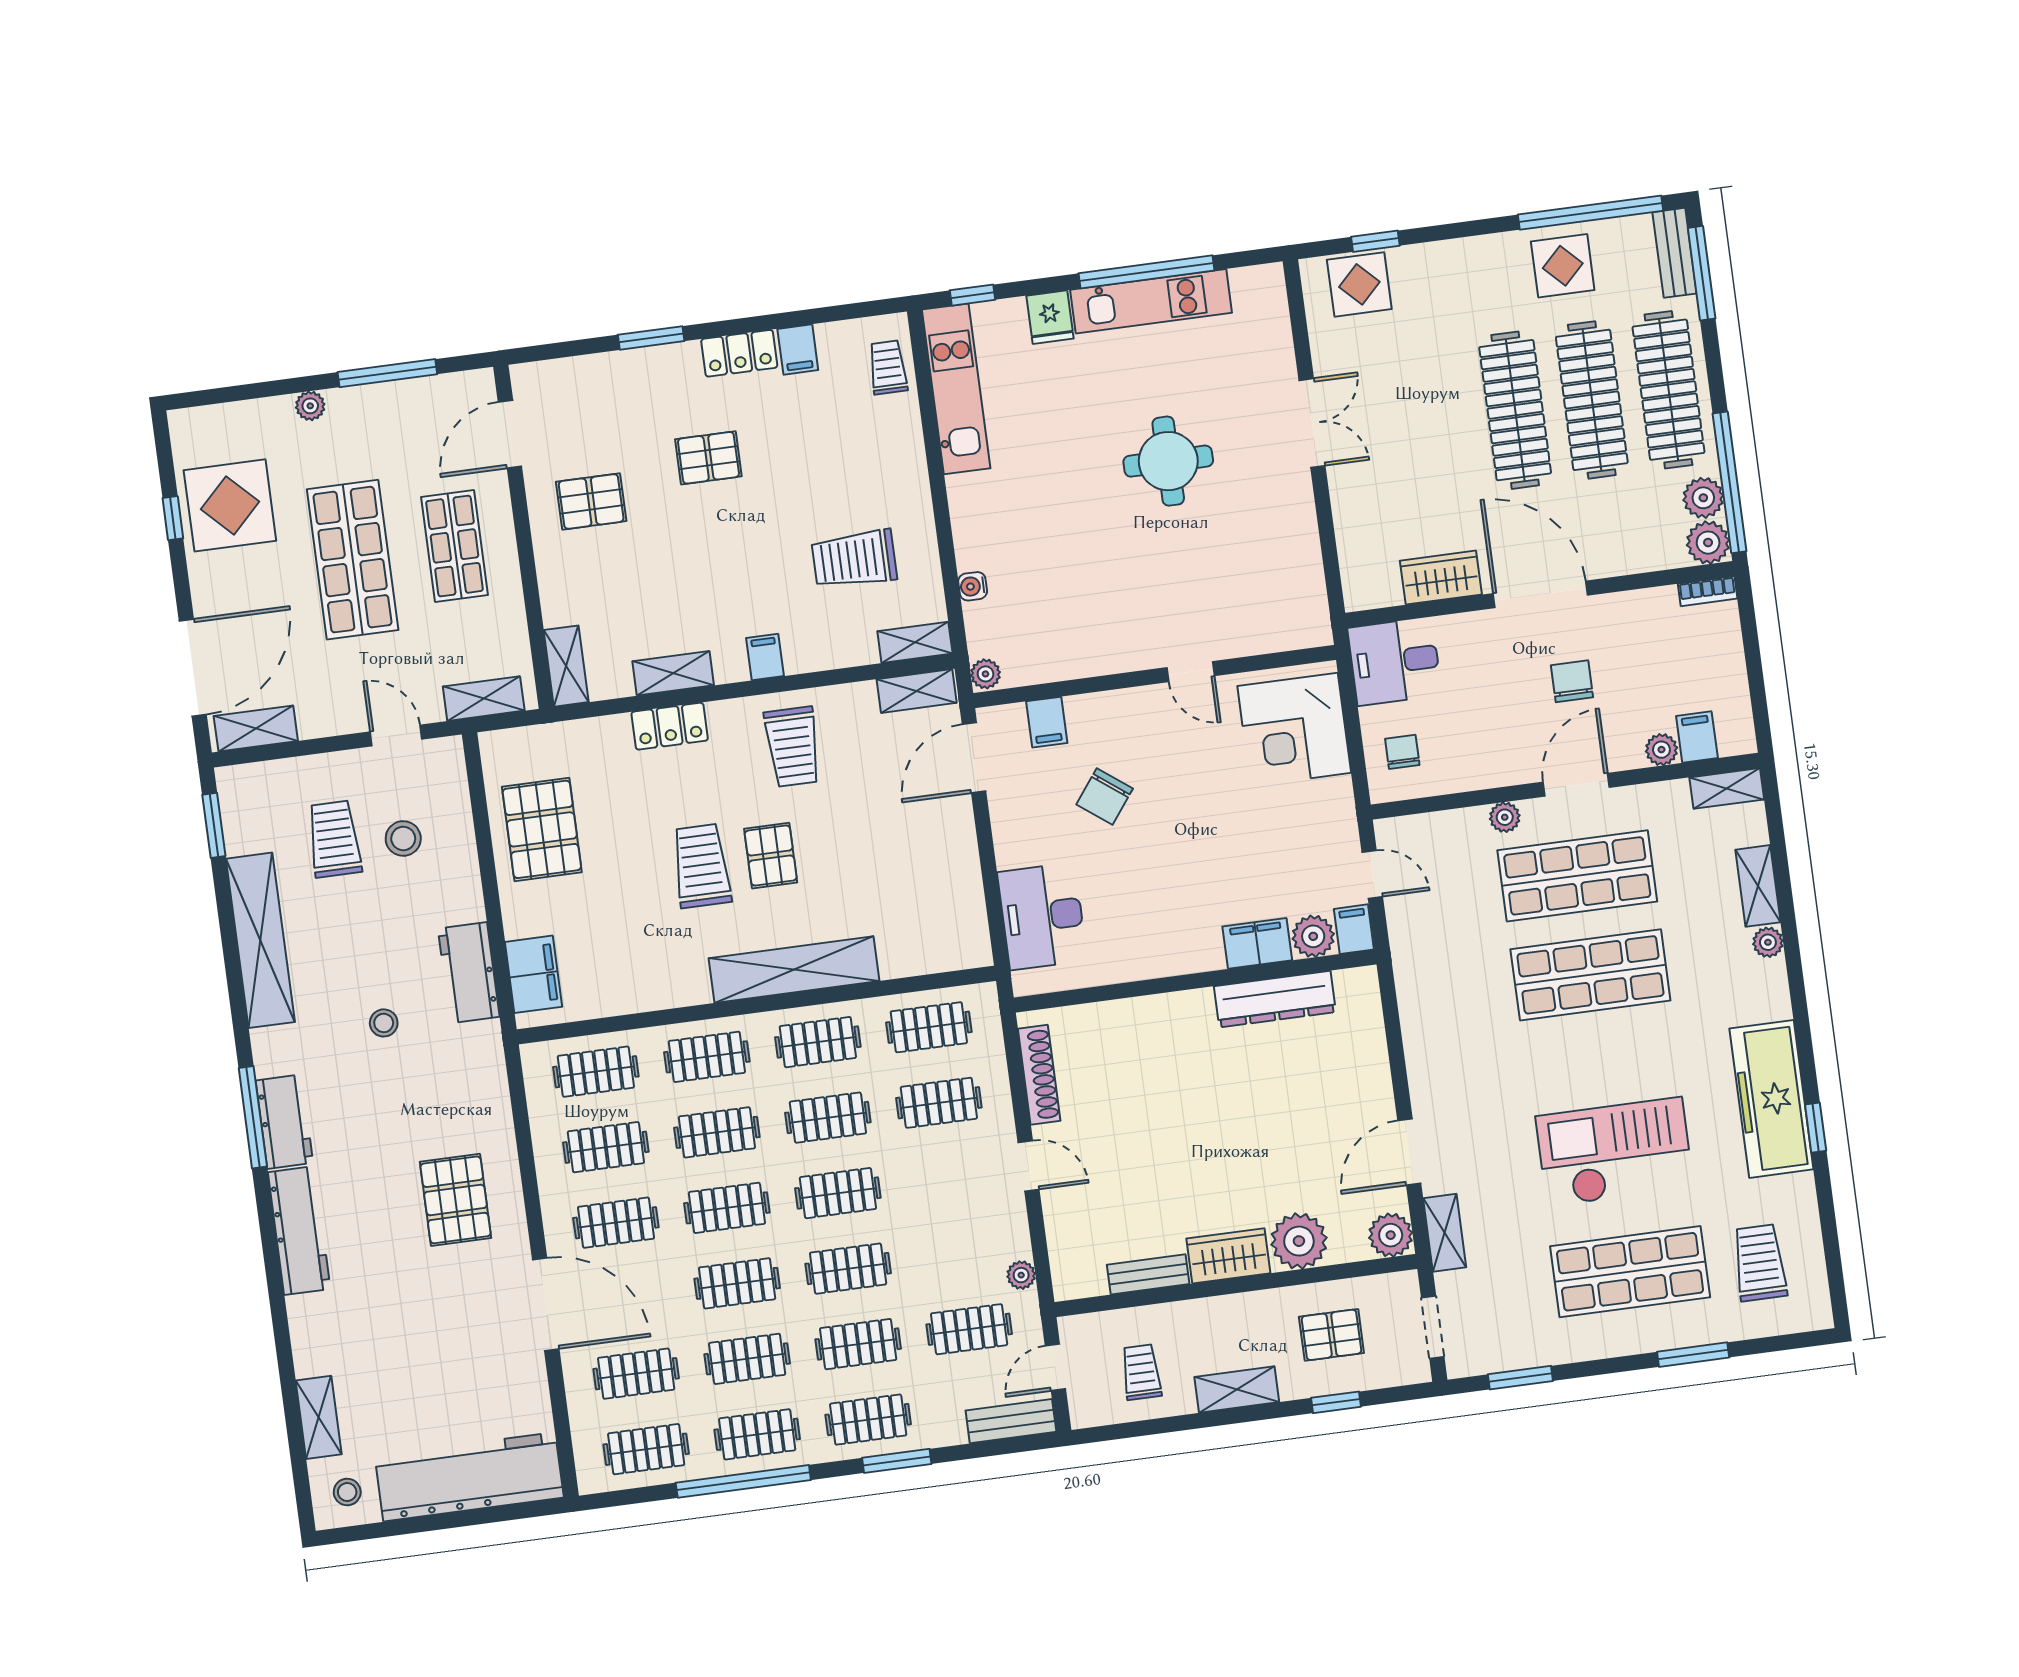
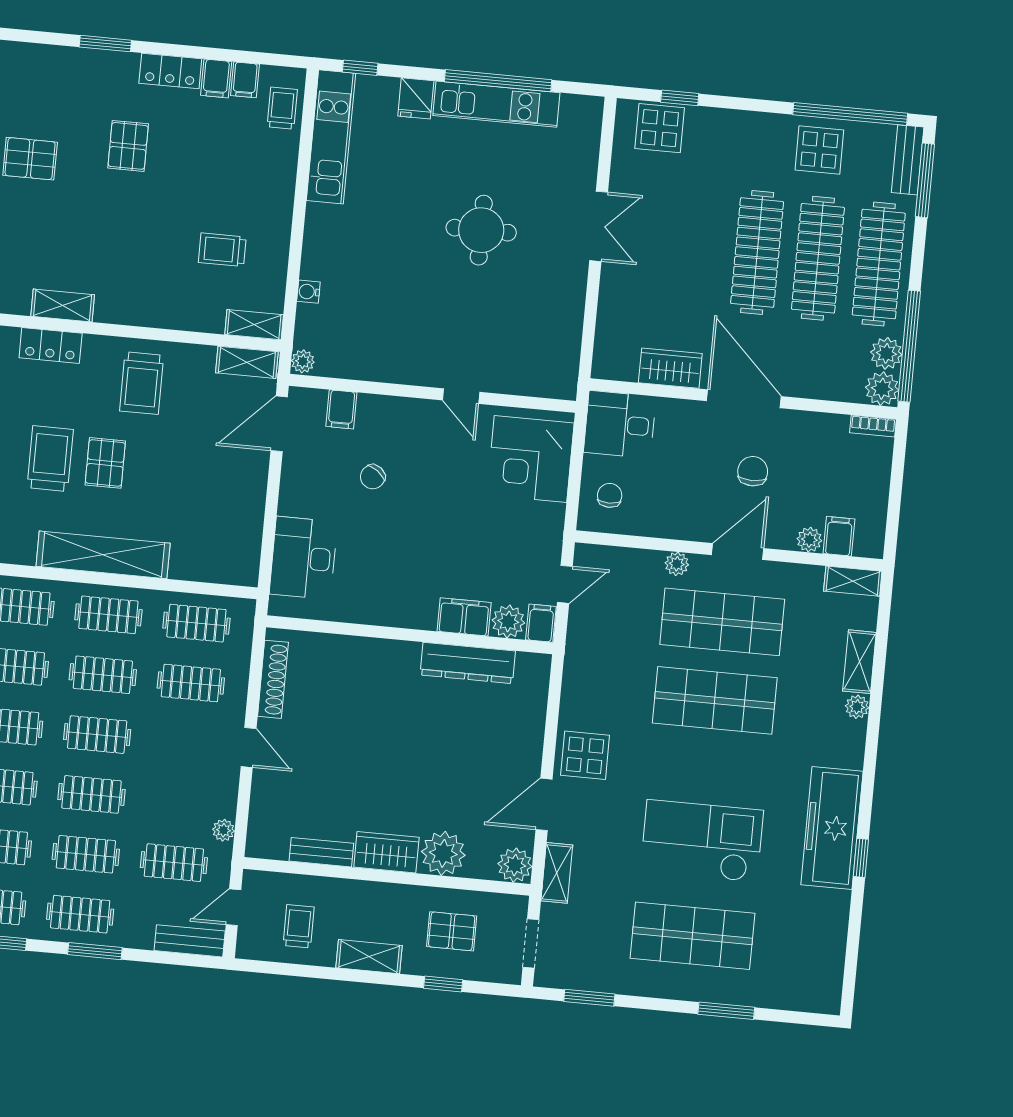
pallet: (708, 458) -> (128, 146), turned 90
trolley: (854, 559) -> (222, 250), width x0.73, depth x0.72
filing cabinet: (765, 657) -> (245, 80), moved, turned 180
chair: (1105, 797) -> (373, 477), width x0.73, depth x0.73
door: (1372, 874) -> (565, 584), hinge flipped
display table: (1446, 1080) -> (585, 755), added
trolley: (1760, 1263) -> (794, 952), removed

